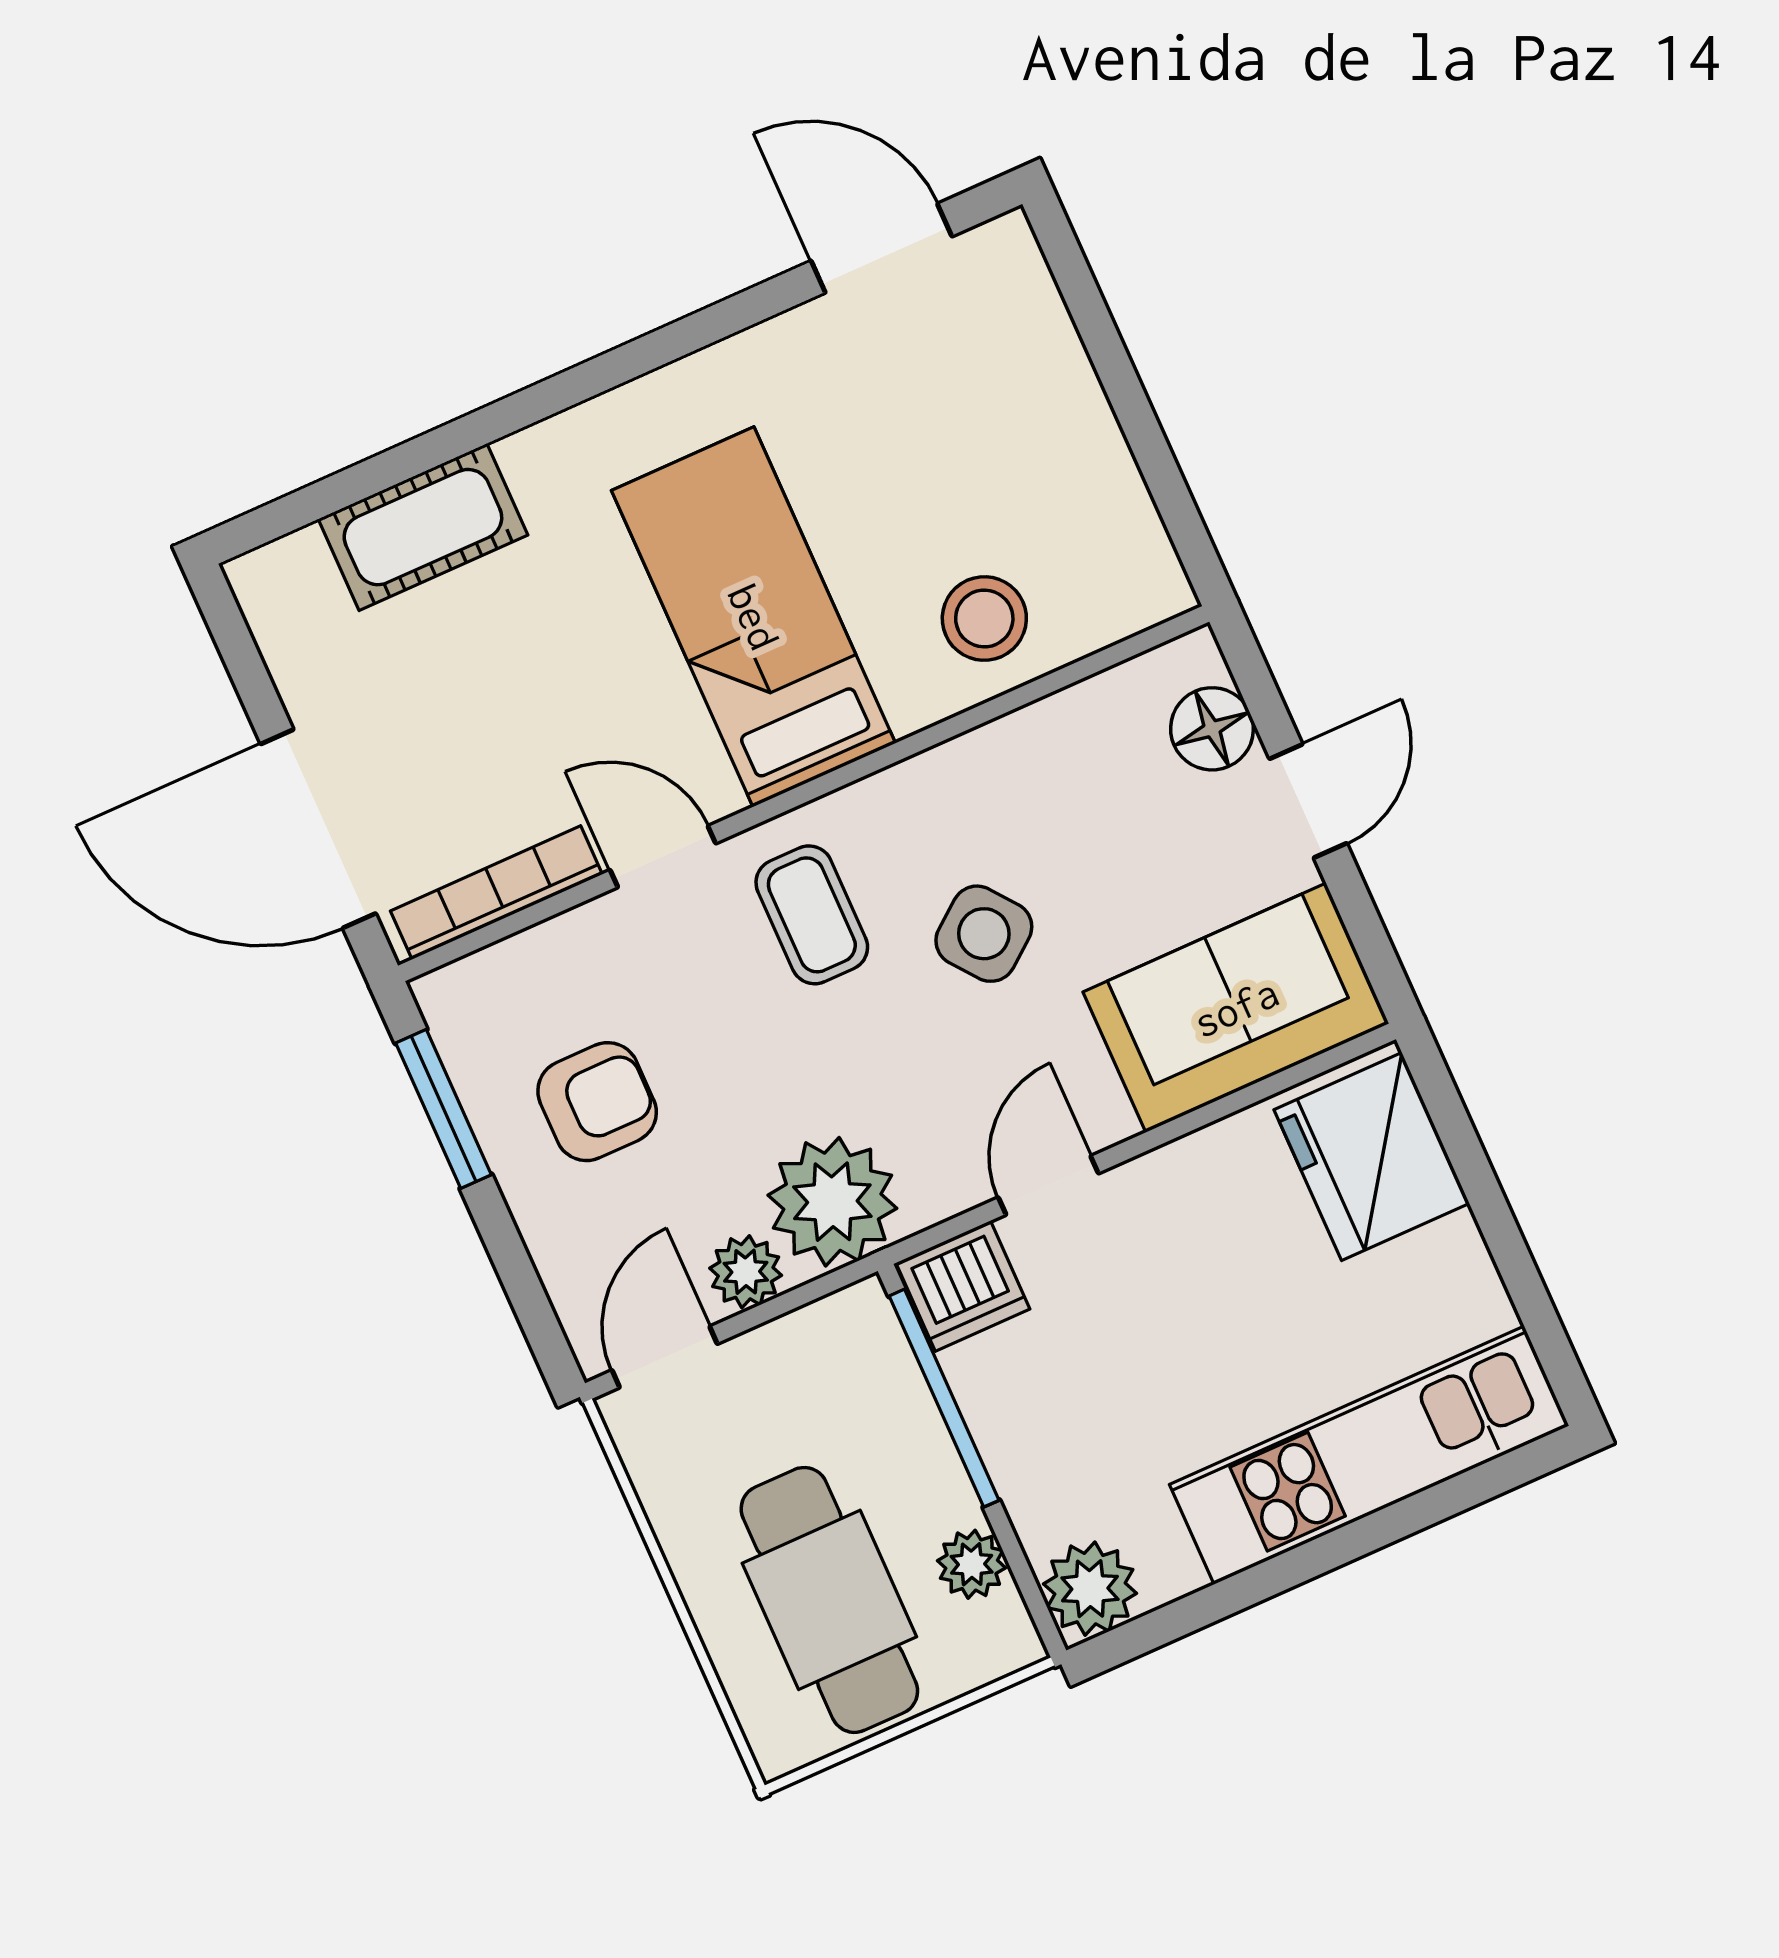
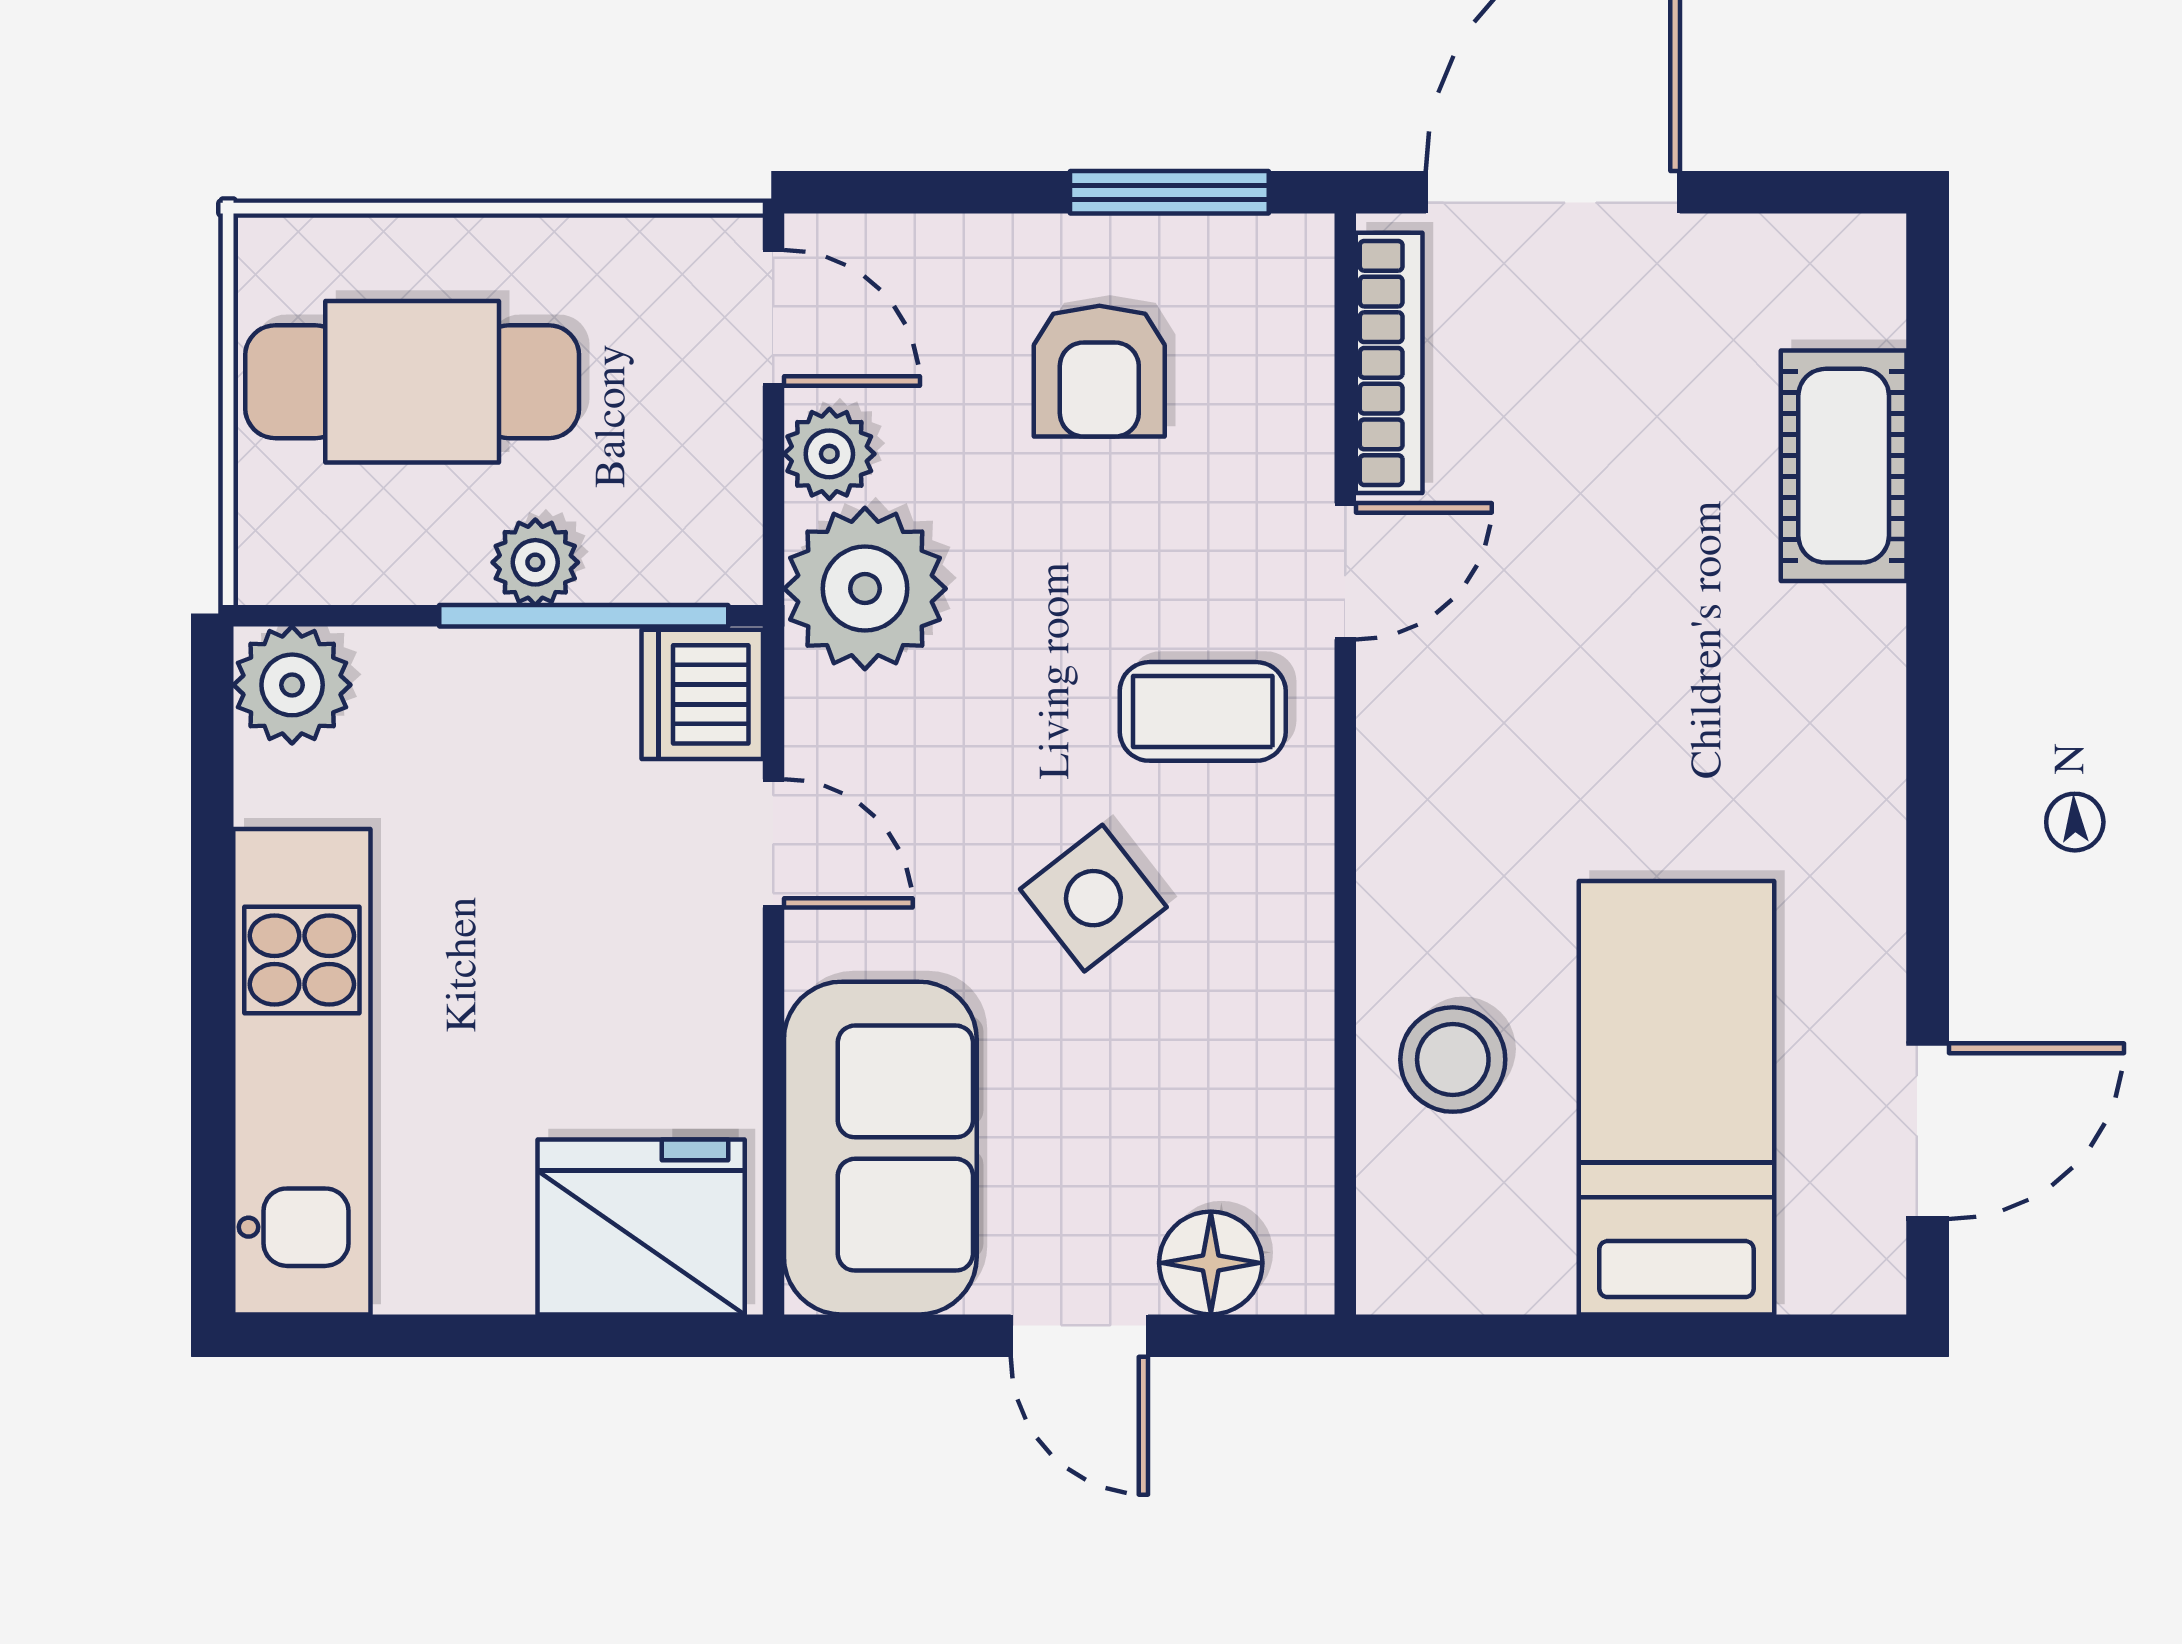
bed: (753, 617) -> (1676, 1098), moved, turned -90
plant: (972, 1564) -> (535, 562), moved

